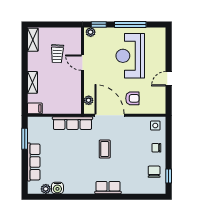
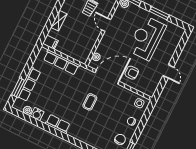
window: (130, 24) -> (159, 13), width x0.69
door: (169, 79) -> (168, 71), swing flipped
door: (110, 115) -> (107, 77), hinge flipped
row of seats: (72, 123) -> (61, 62), moved
window: (25, 139) -> (18, 87), moved
row of seats: (108, 188) -> (58, 124), moved

